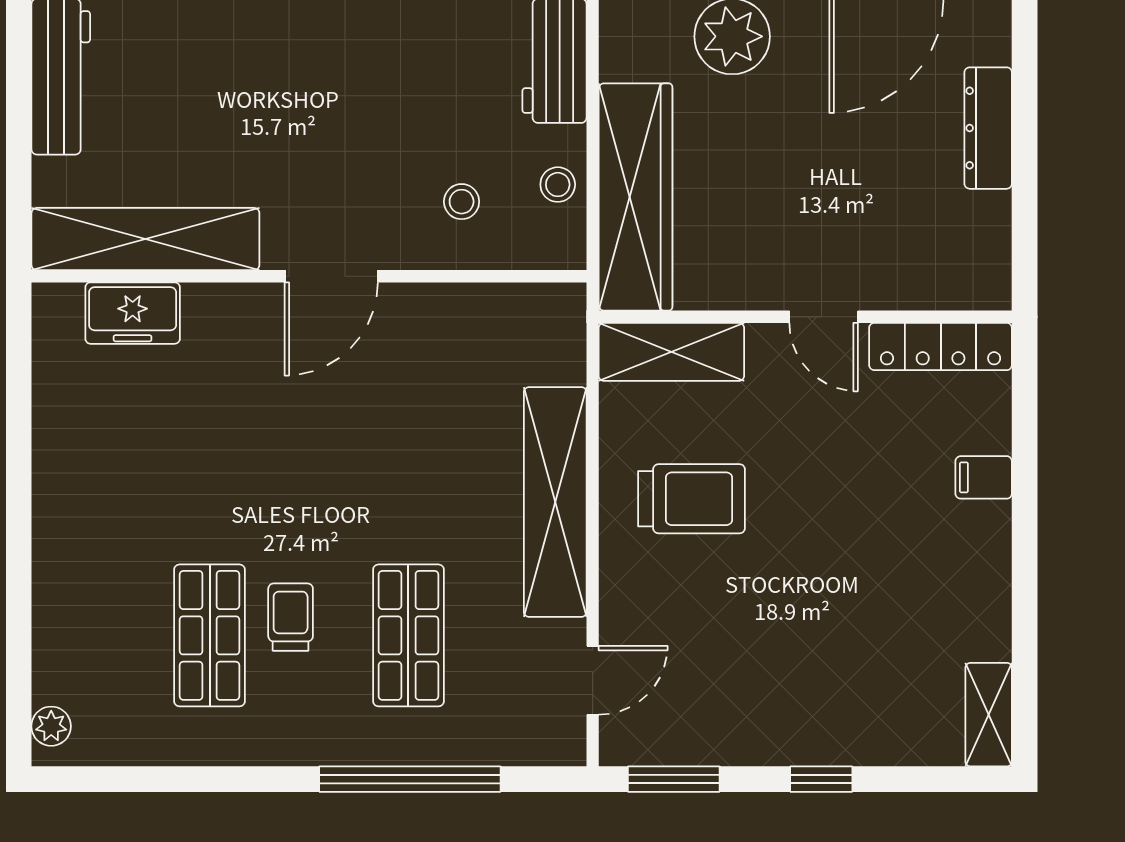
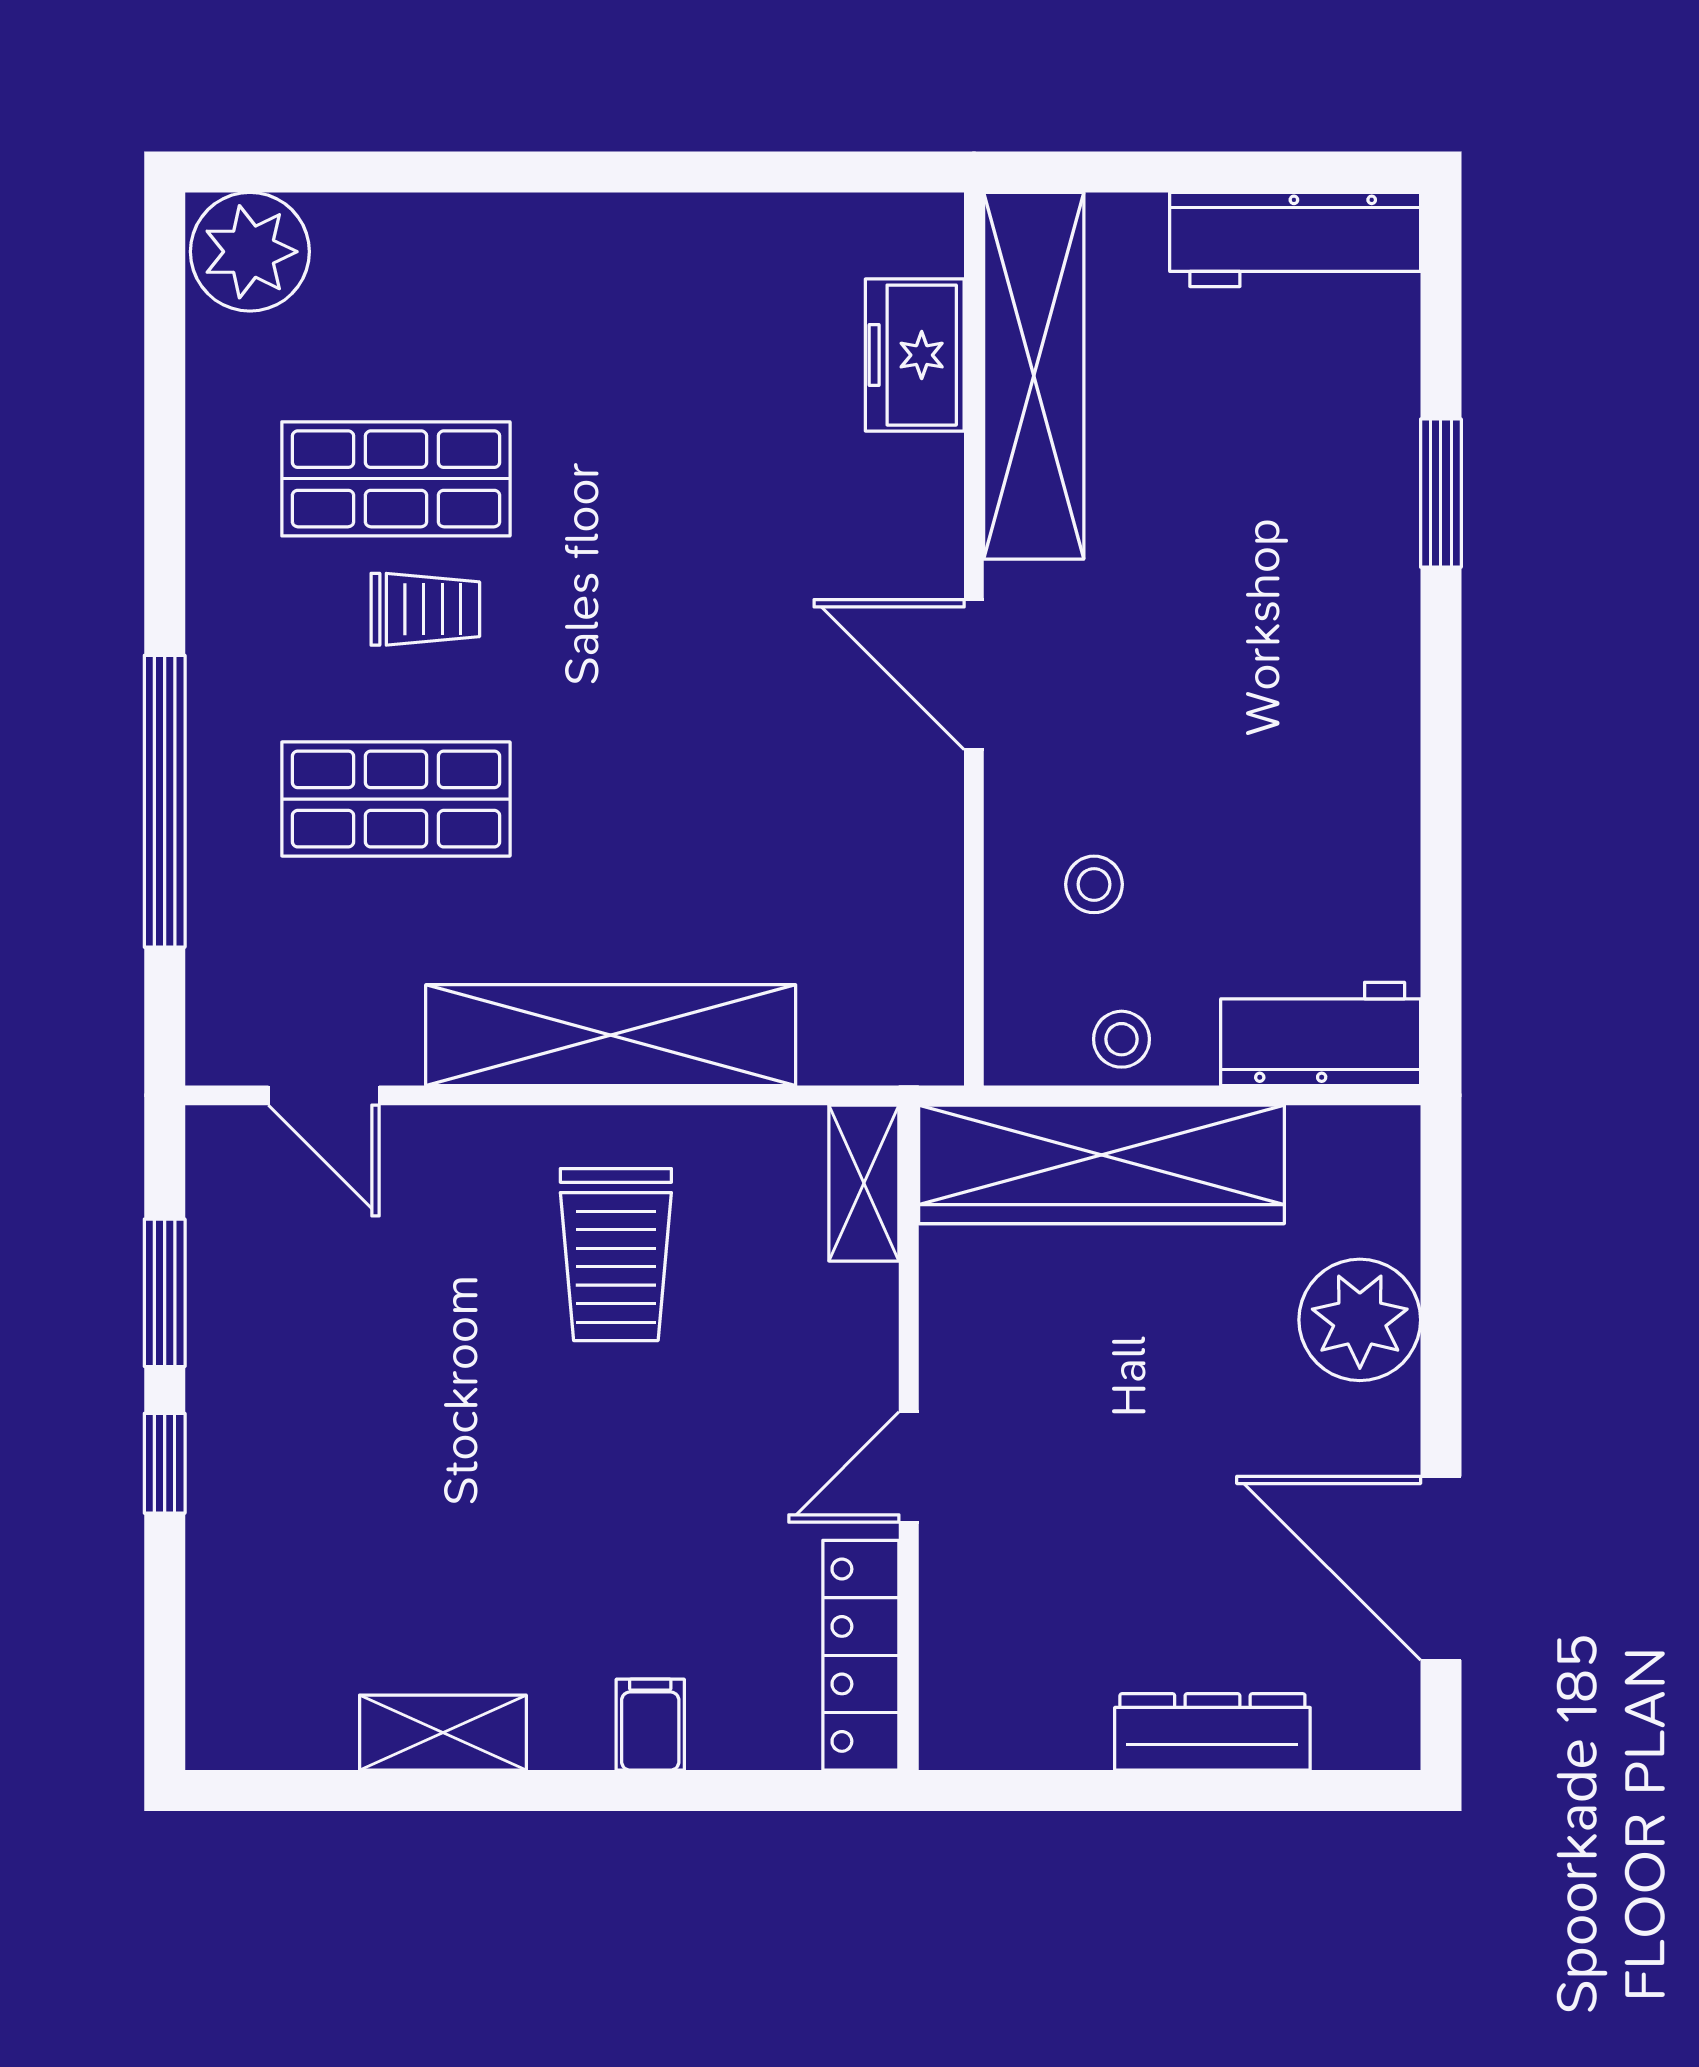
shelving: (671, 352) -> (864, 1183), width x0.67, depth x0.75
shelving: (989, 715) -> (443, 1733), moved
plant: (51, 726) -> (250, 252), width x1.88, depth x1.88
window: (674, 779) -> (165, 1293), moved

